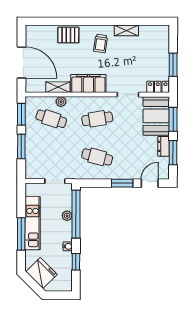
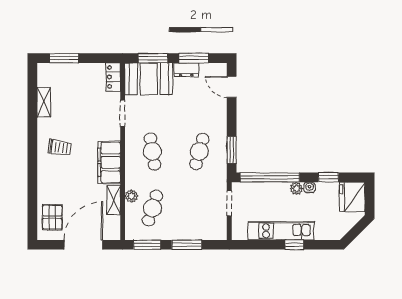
shelving: (126, 31) -> (44, 102), moved
pallet: (68, 35) -> (52, 217), moved
window: (173, 65) -> (64, 58), moved
window: (122, 183) -> (232, 150), moved
plant: (67, 216) -> (296, 188), moved
window: (21, 234) -> (294, 245), width x0.46
fridge: (41, 273) -> (352, 197), moved, turned -45

